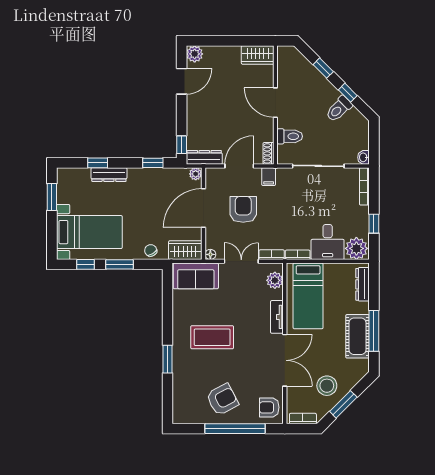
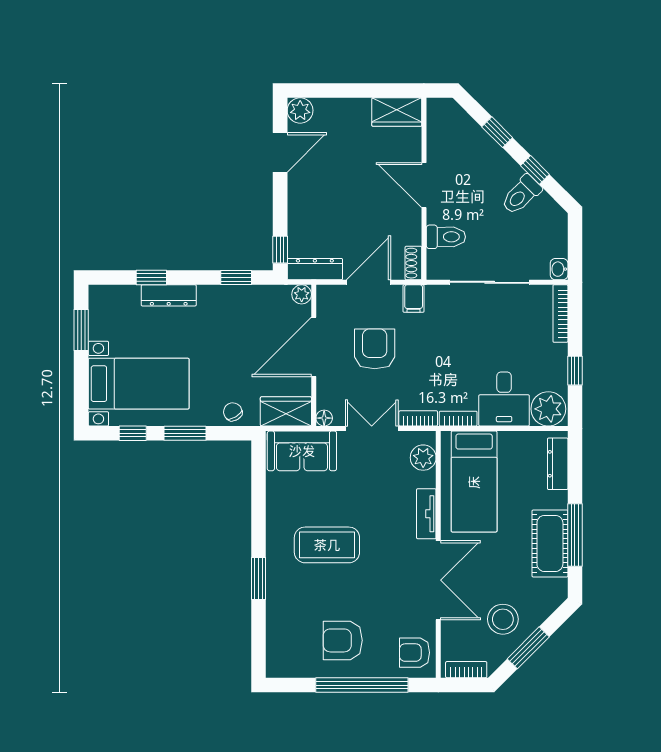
armchair: (222, 400) -> (343, 640), turned -152

